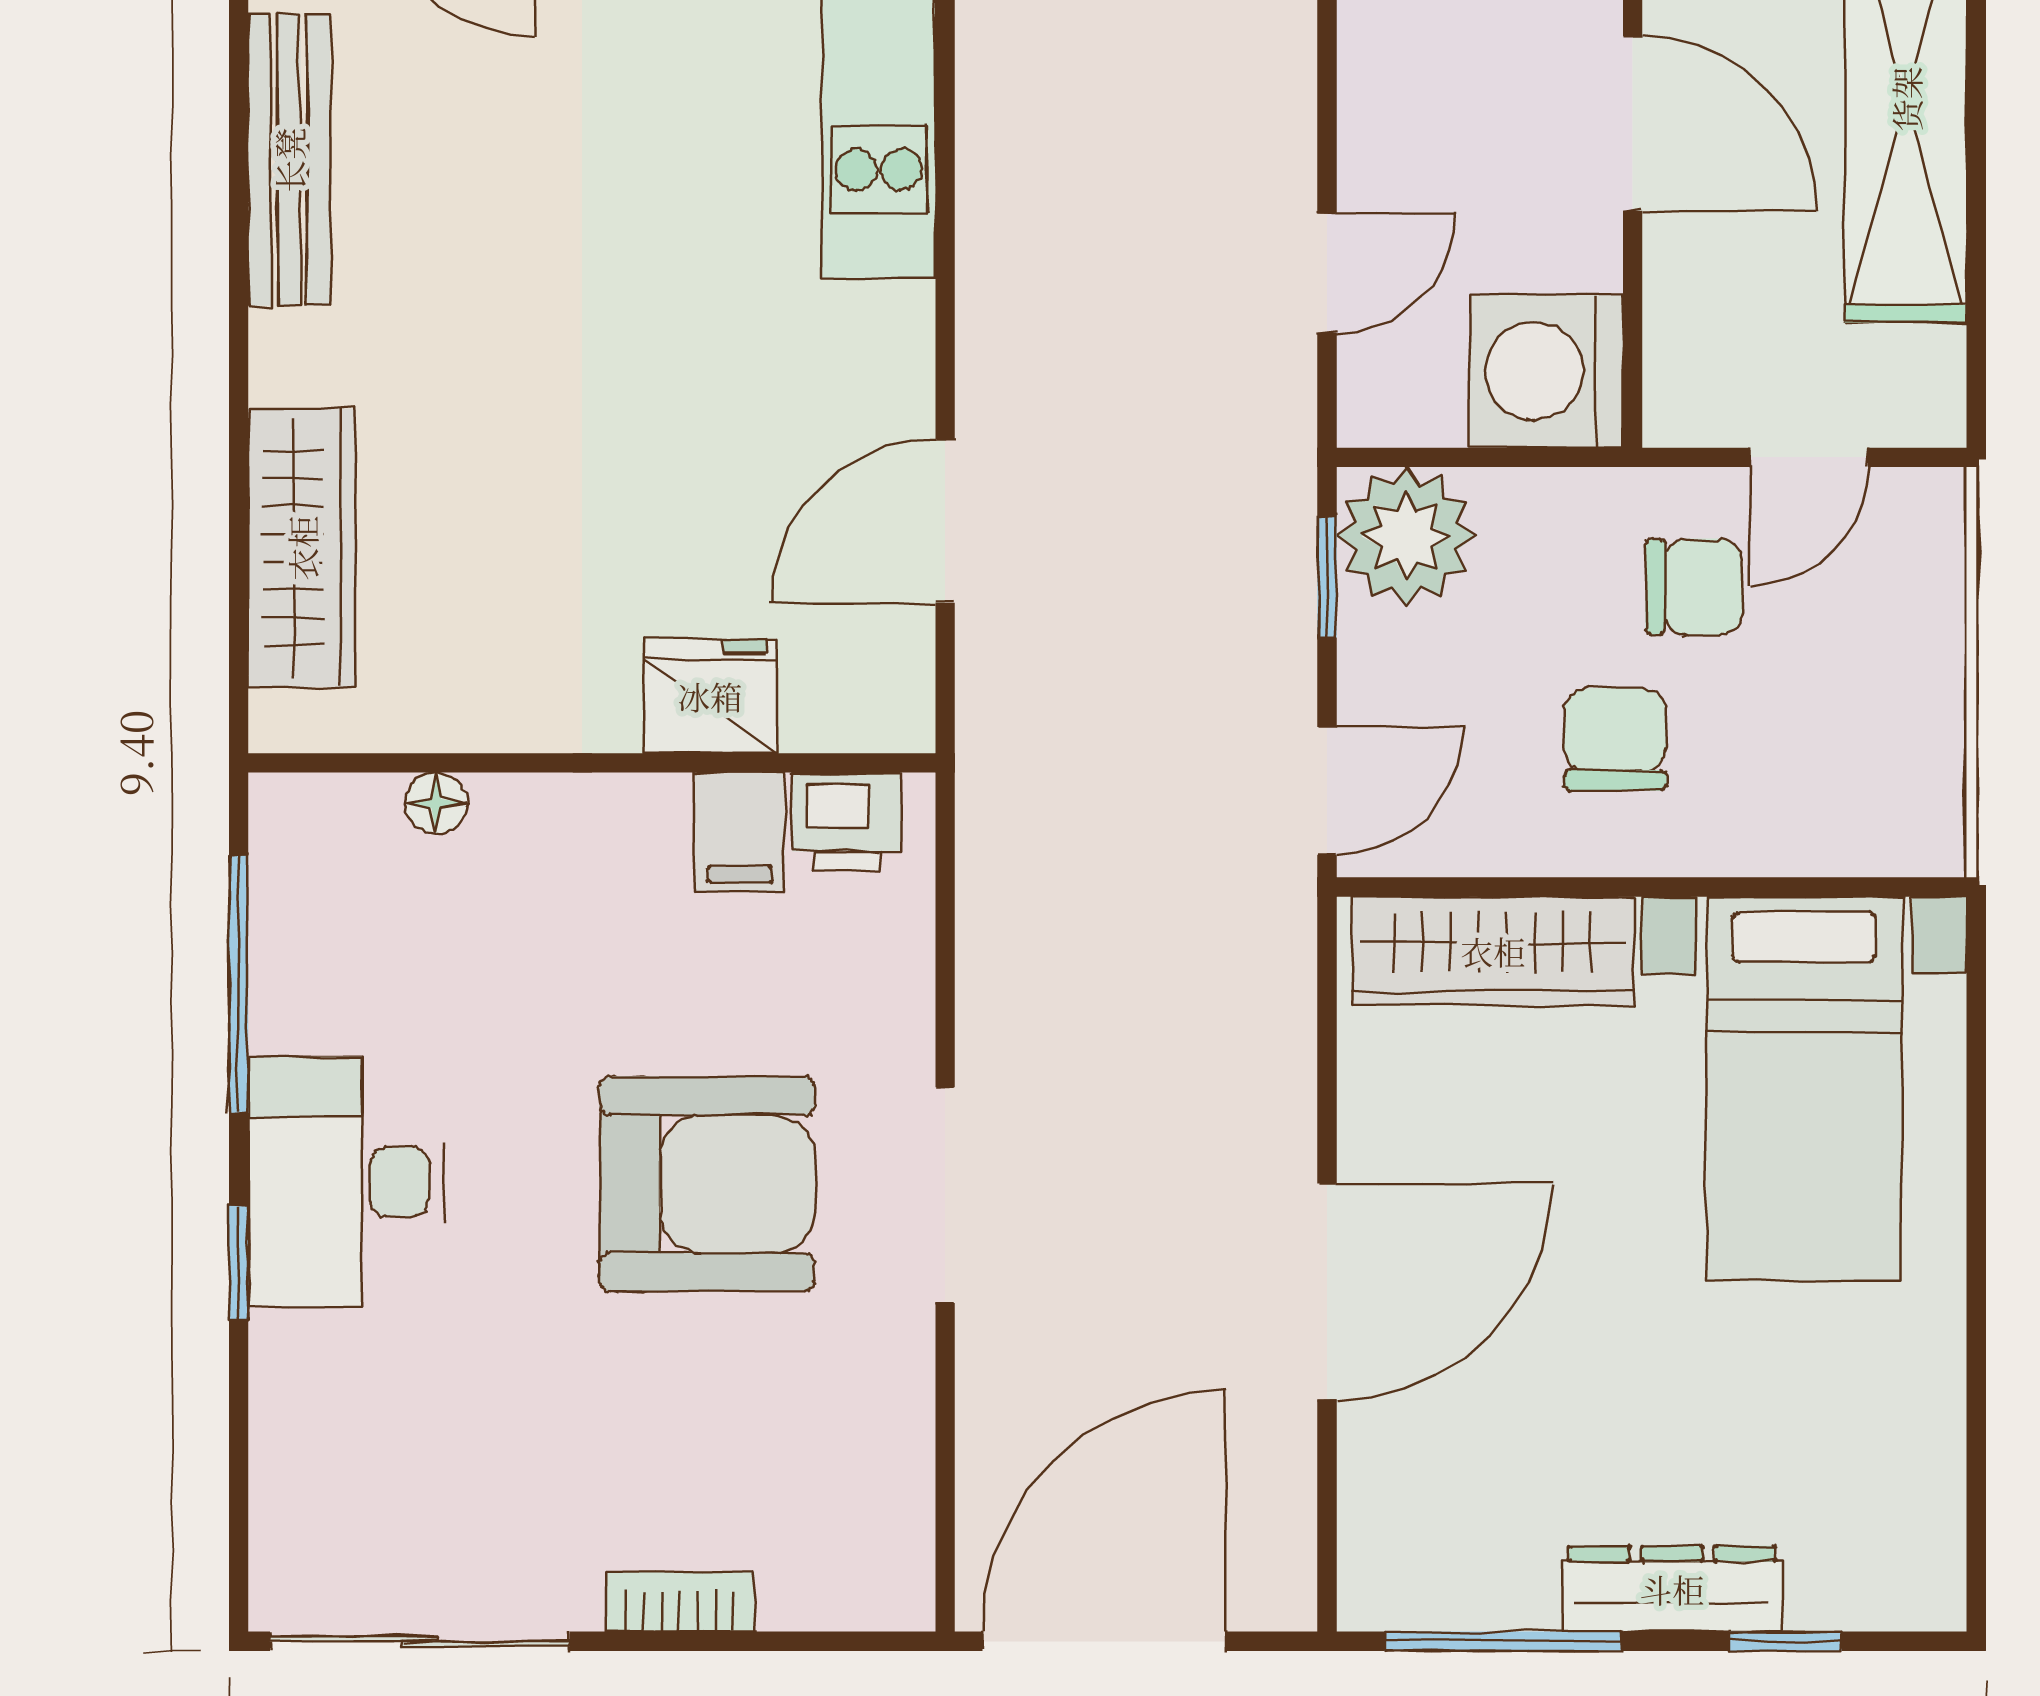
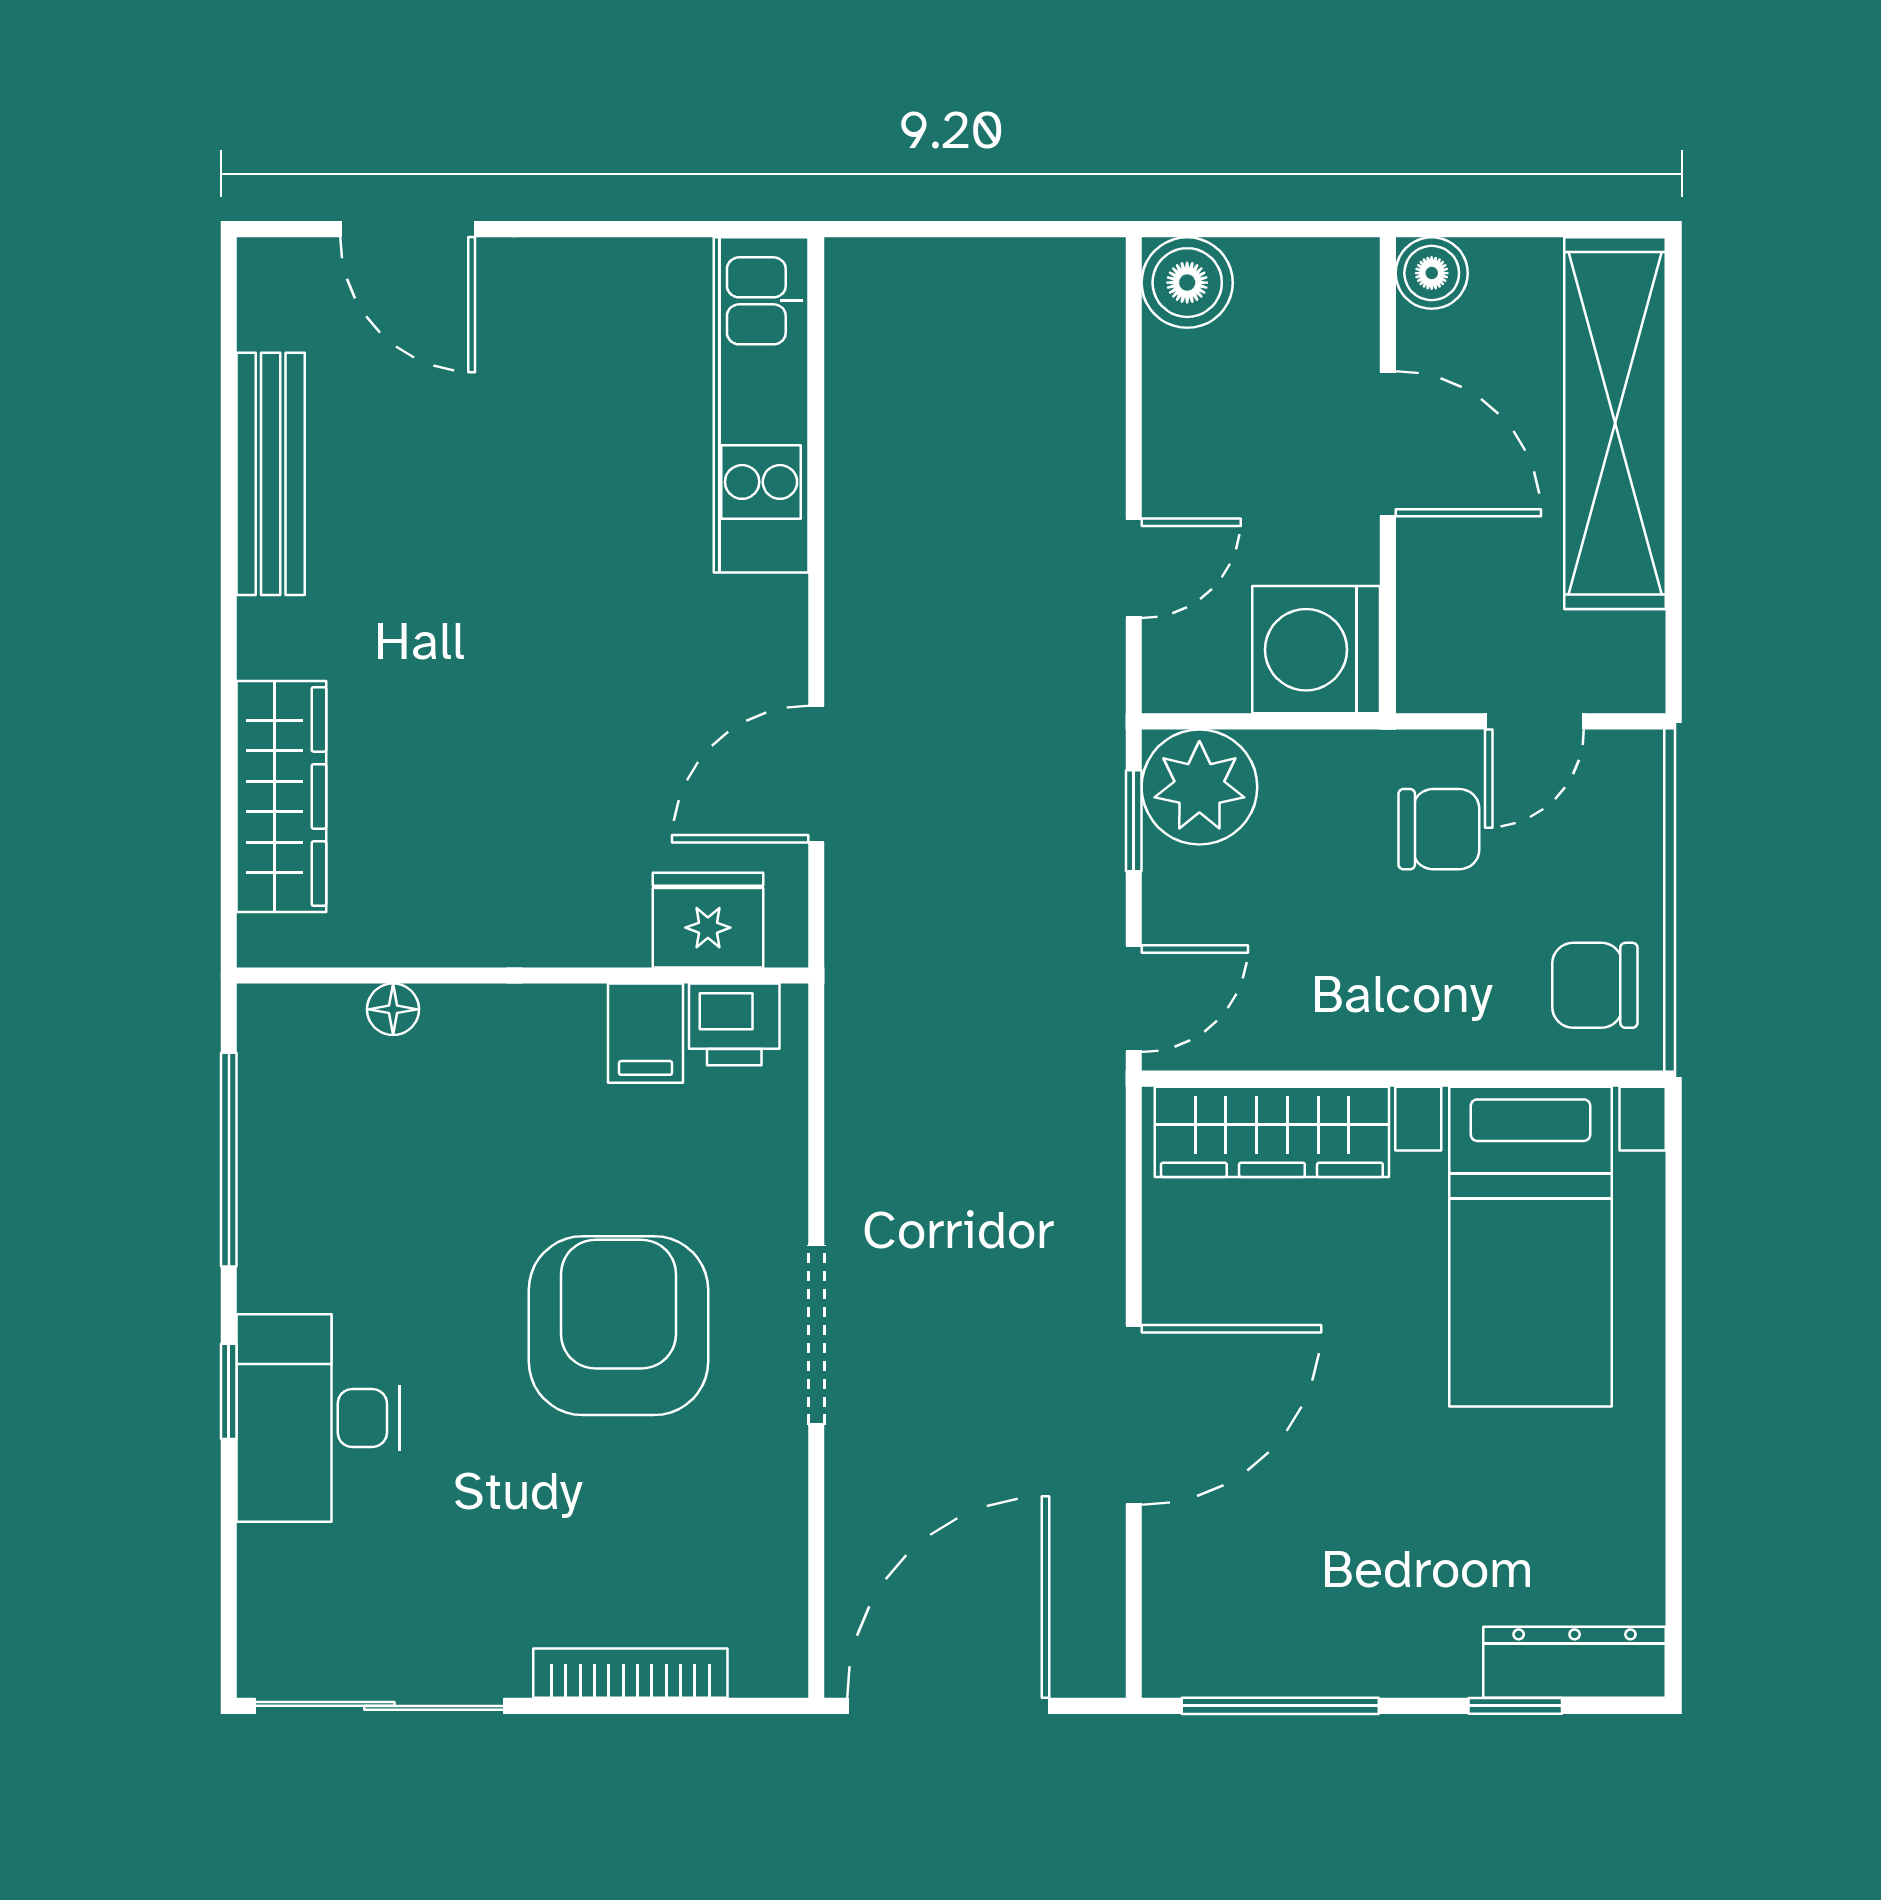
fridge: (710, 696) -> (708, 920), moved
chair: (1615, 739) -> (1595, 985), moved, turned -90
desk: (346, 1182) -> (318, 1418), moved
armchair: (707, 1184) -> (618, 1326), turned -90
dresser: (1672, 1589) -> (1575, 1662), moved
bookcase: (680, 1602) -> (630, 1673), width x1.56

